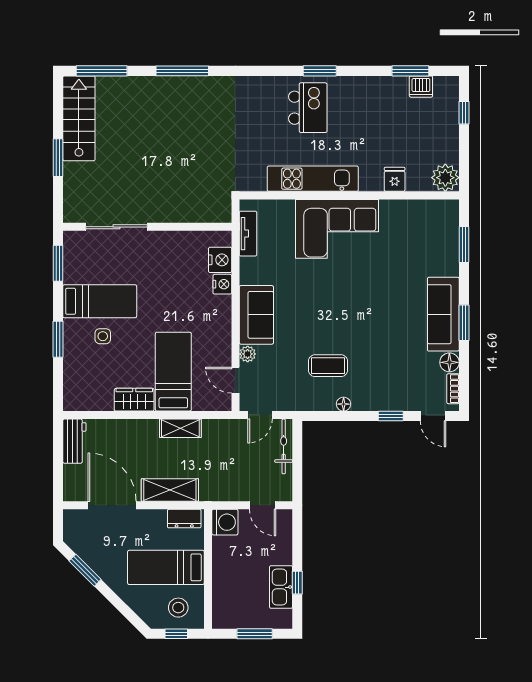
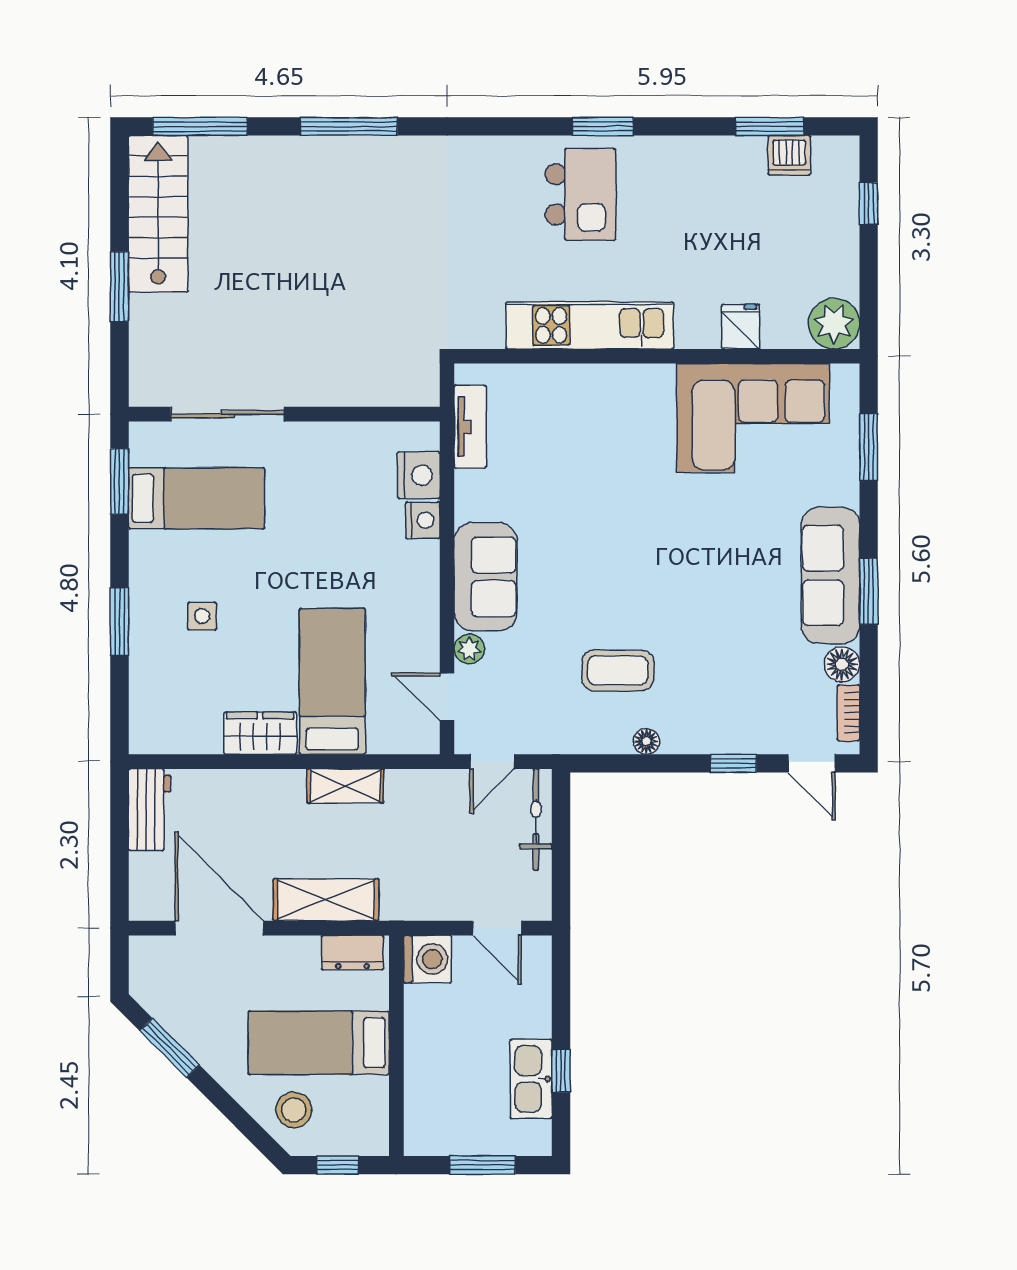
corner sofa: (337, 229) -> (753, 418), moved
bed: (100, 301) -> (196, 498), moved
stool: (178, 608) -> (294, 1110), moved

